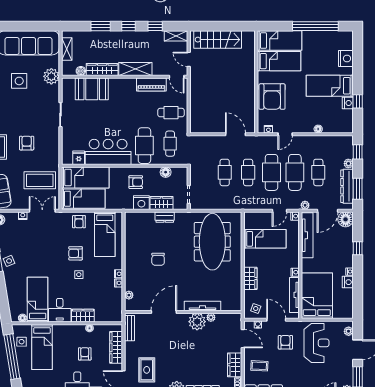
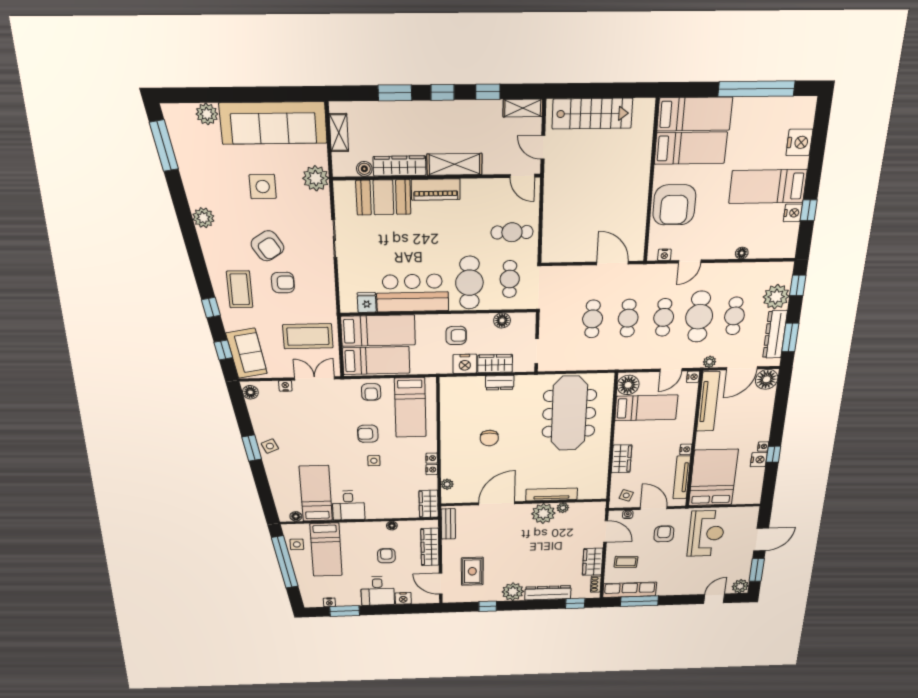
piano: (151, 84) -> (436, 190), moved
armchair: (19, 119) -> (267, 246), added
armchair: (27, 143) -> (283, 283), turned 90
plant: (348, 164) -> (776, 297), width x1.88, depth x1.88
cafe table: (271, 172) -> (664, 317), width x0.73, depth x0.74
floor lamp: (251, 221) -> (628, 385), added
window: (358, 248) -> (773, 454), moved
wardrobe: (83, 316) -> (429, 504), moved, turned -90
plant: (349, 331) -> (752, 519), removed

